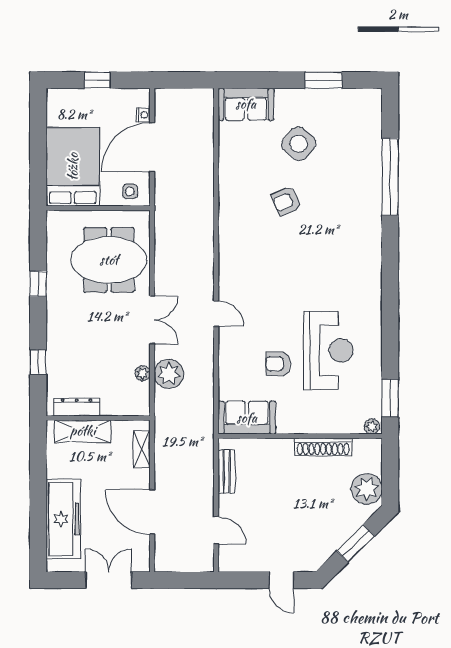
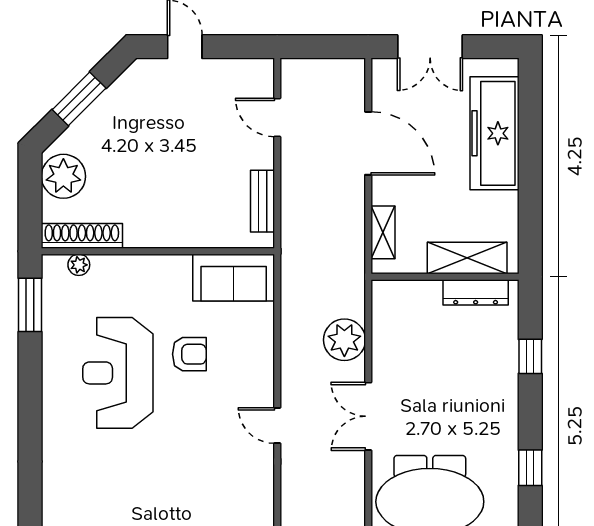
plant: (143, 373) -> (382, 341), removed
plant: (372, 427) -> (79, 265), moved
shoe rack: (323, 447) -> (82, 236), moved

